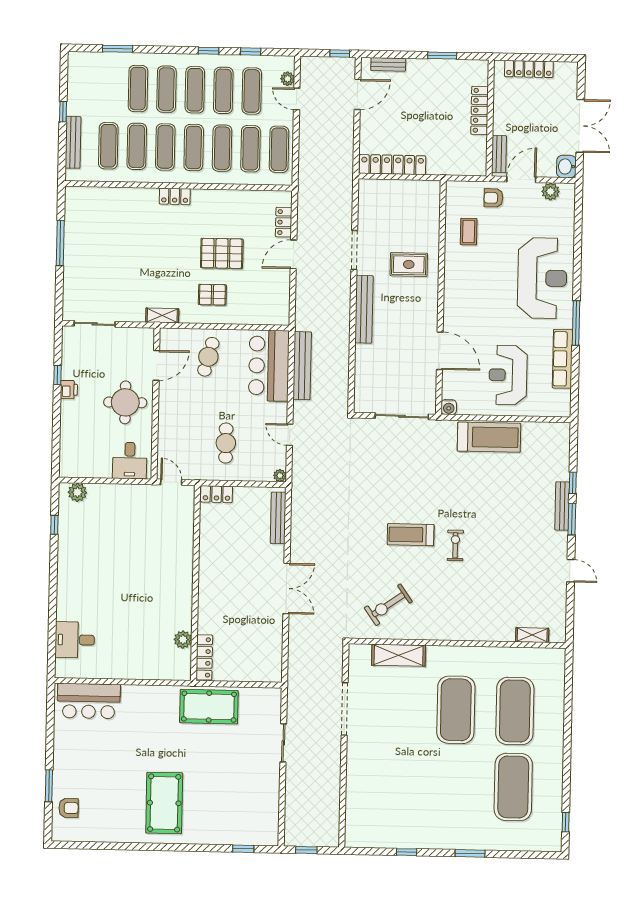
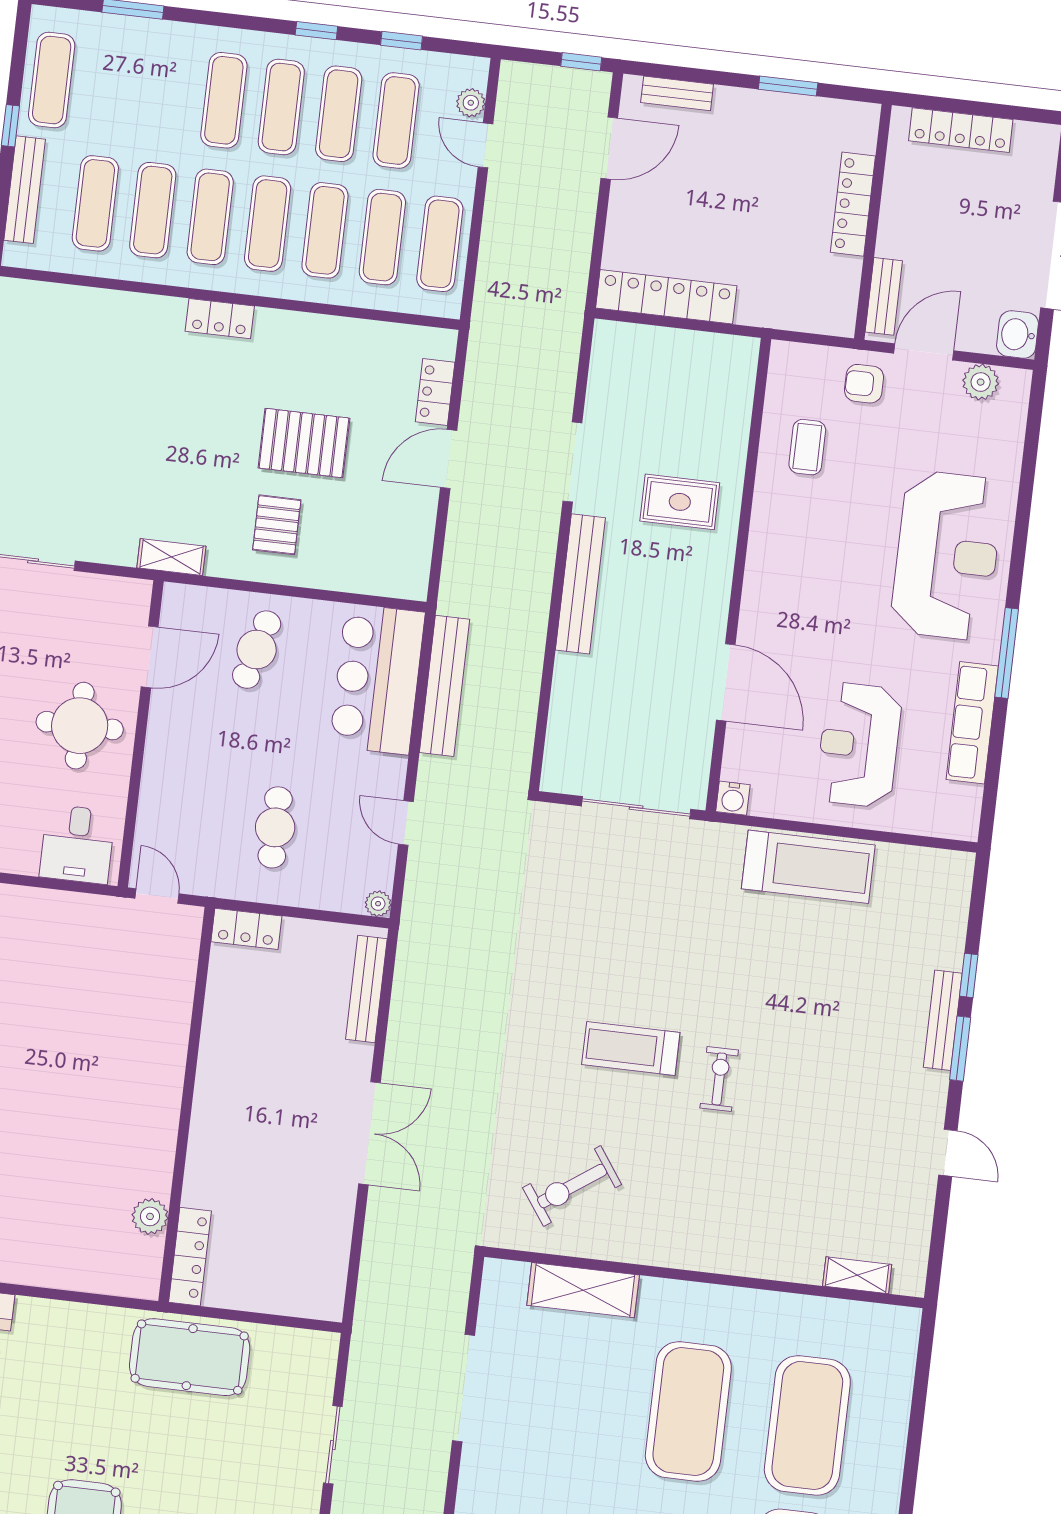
exercise mat: (138, 89) -> (52, 80), moved
pallet: (212, 295) -> (277, 525), turned 90

